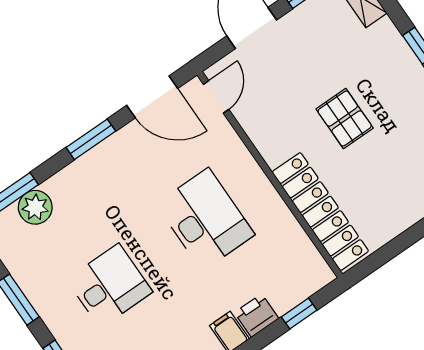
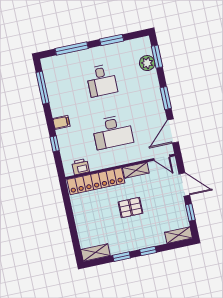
shelving: (264, 139) -> (136, 170), added
window: (299, 314) -> (55, 144), moved
printer: (257, 316) -> (80, 167), moved, turned -90

